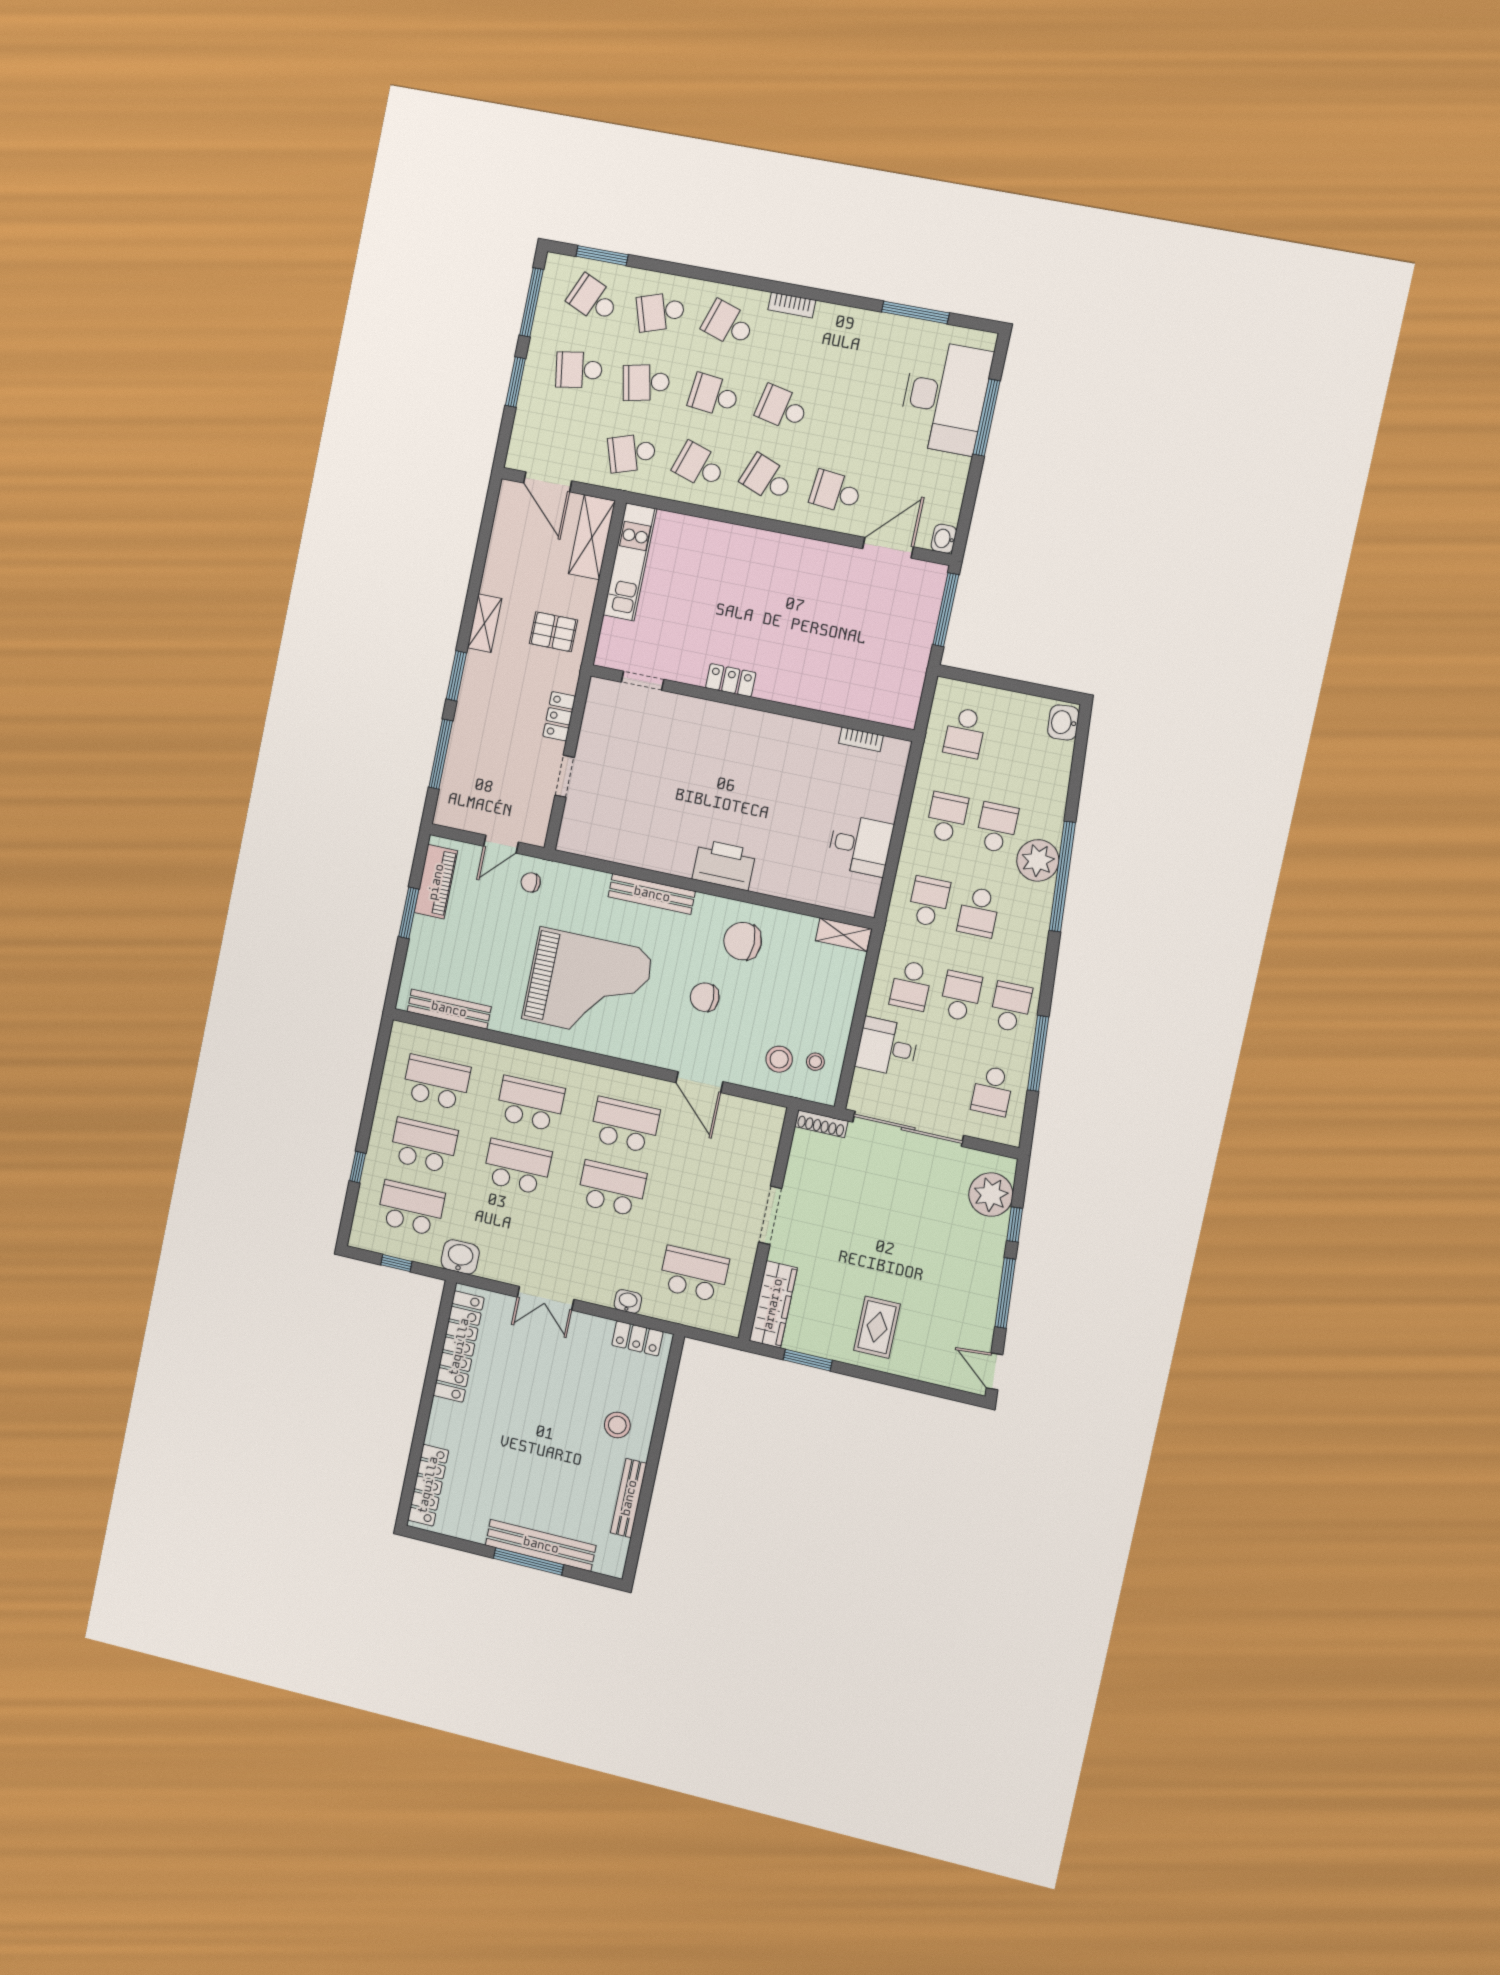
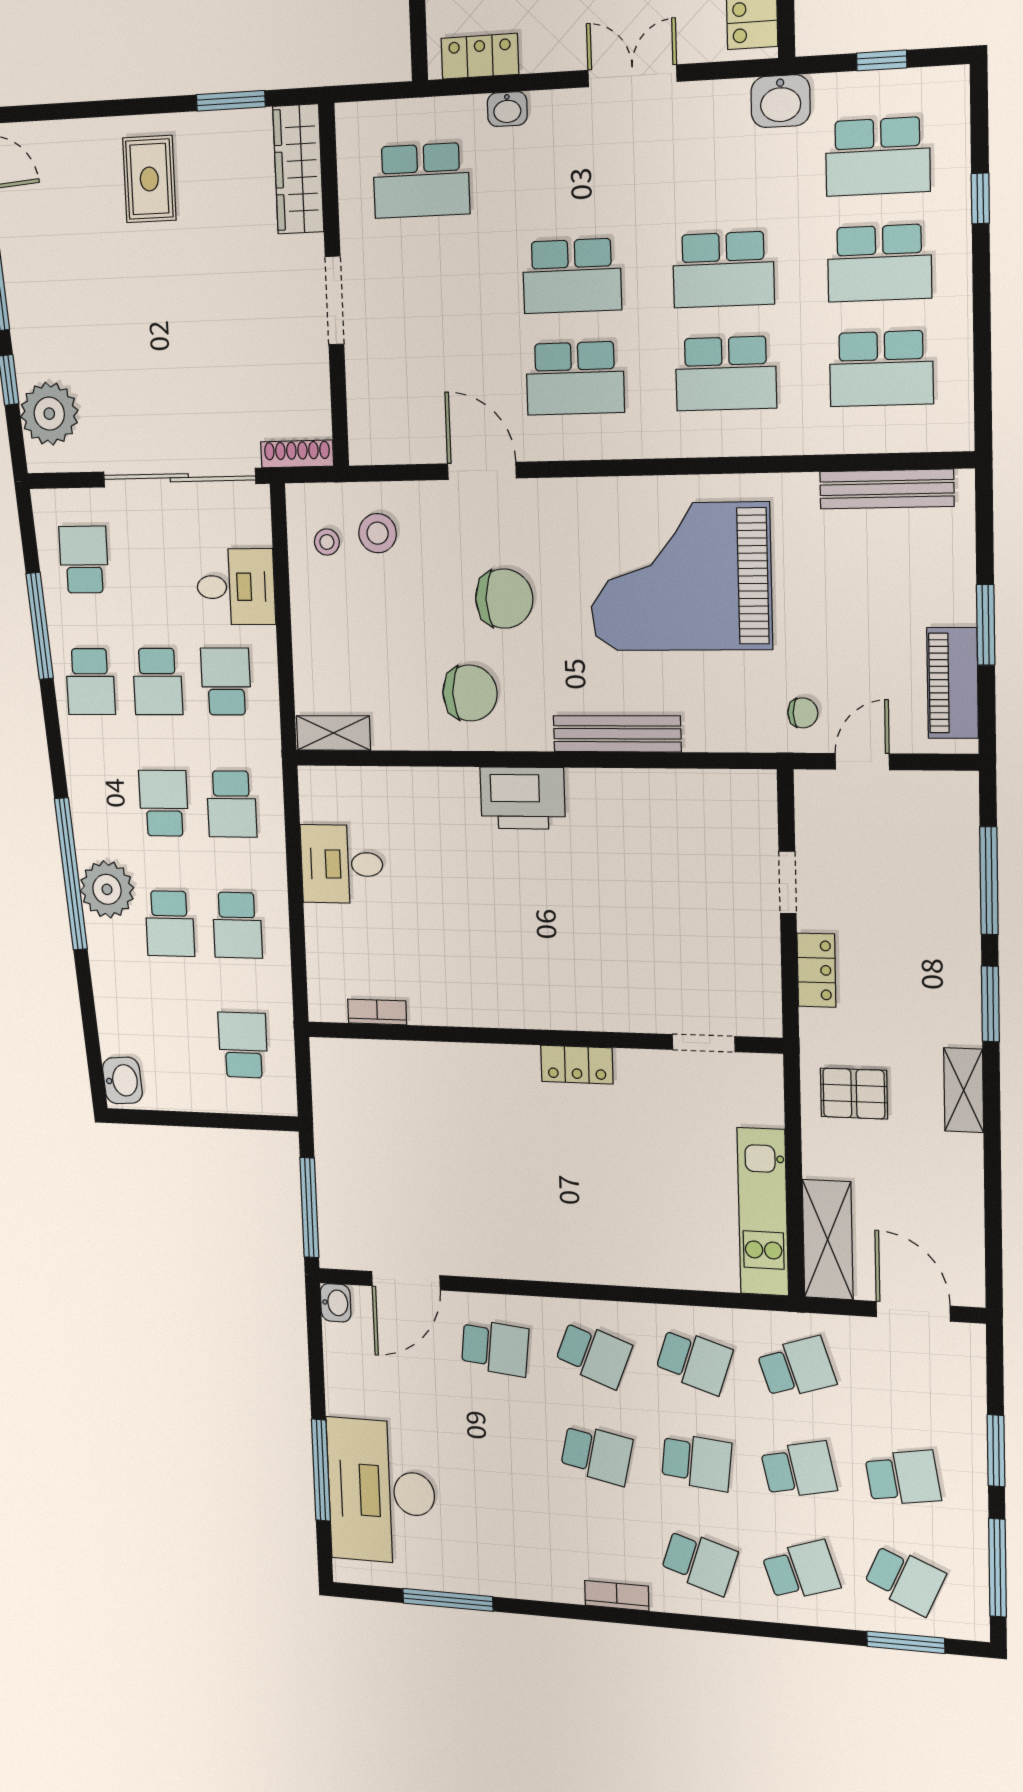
chair: (705, 997) -> (504, 599), width x1.37, depth x1.37

